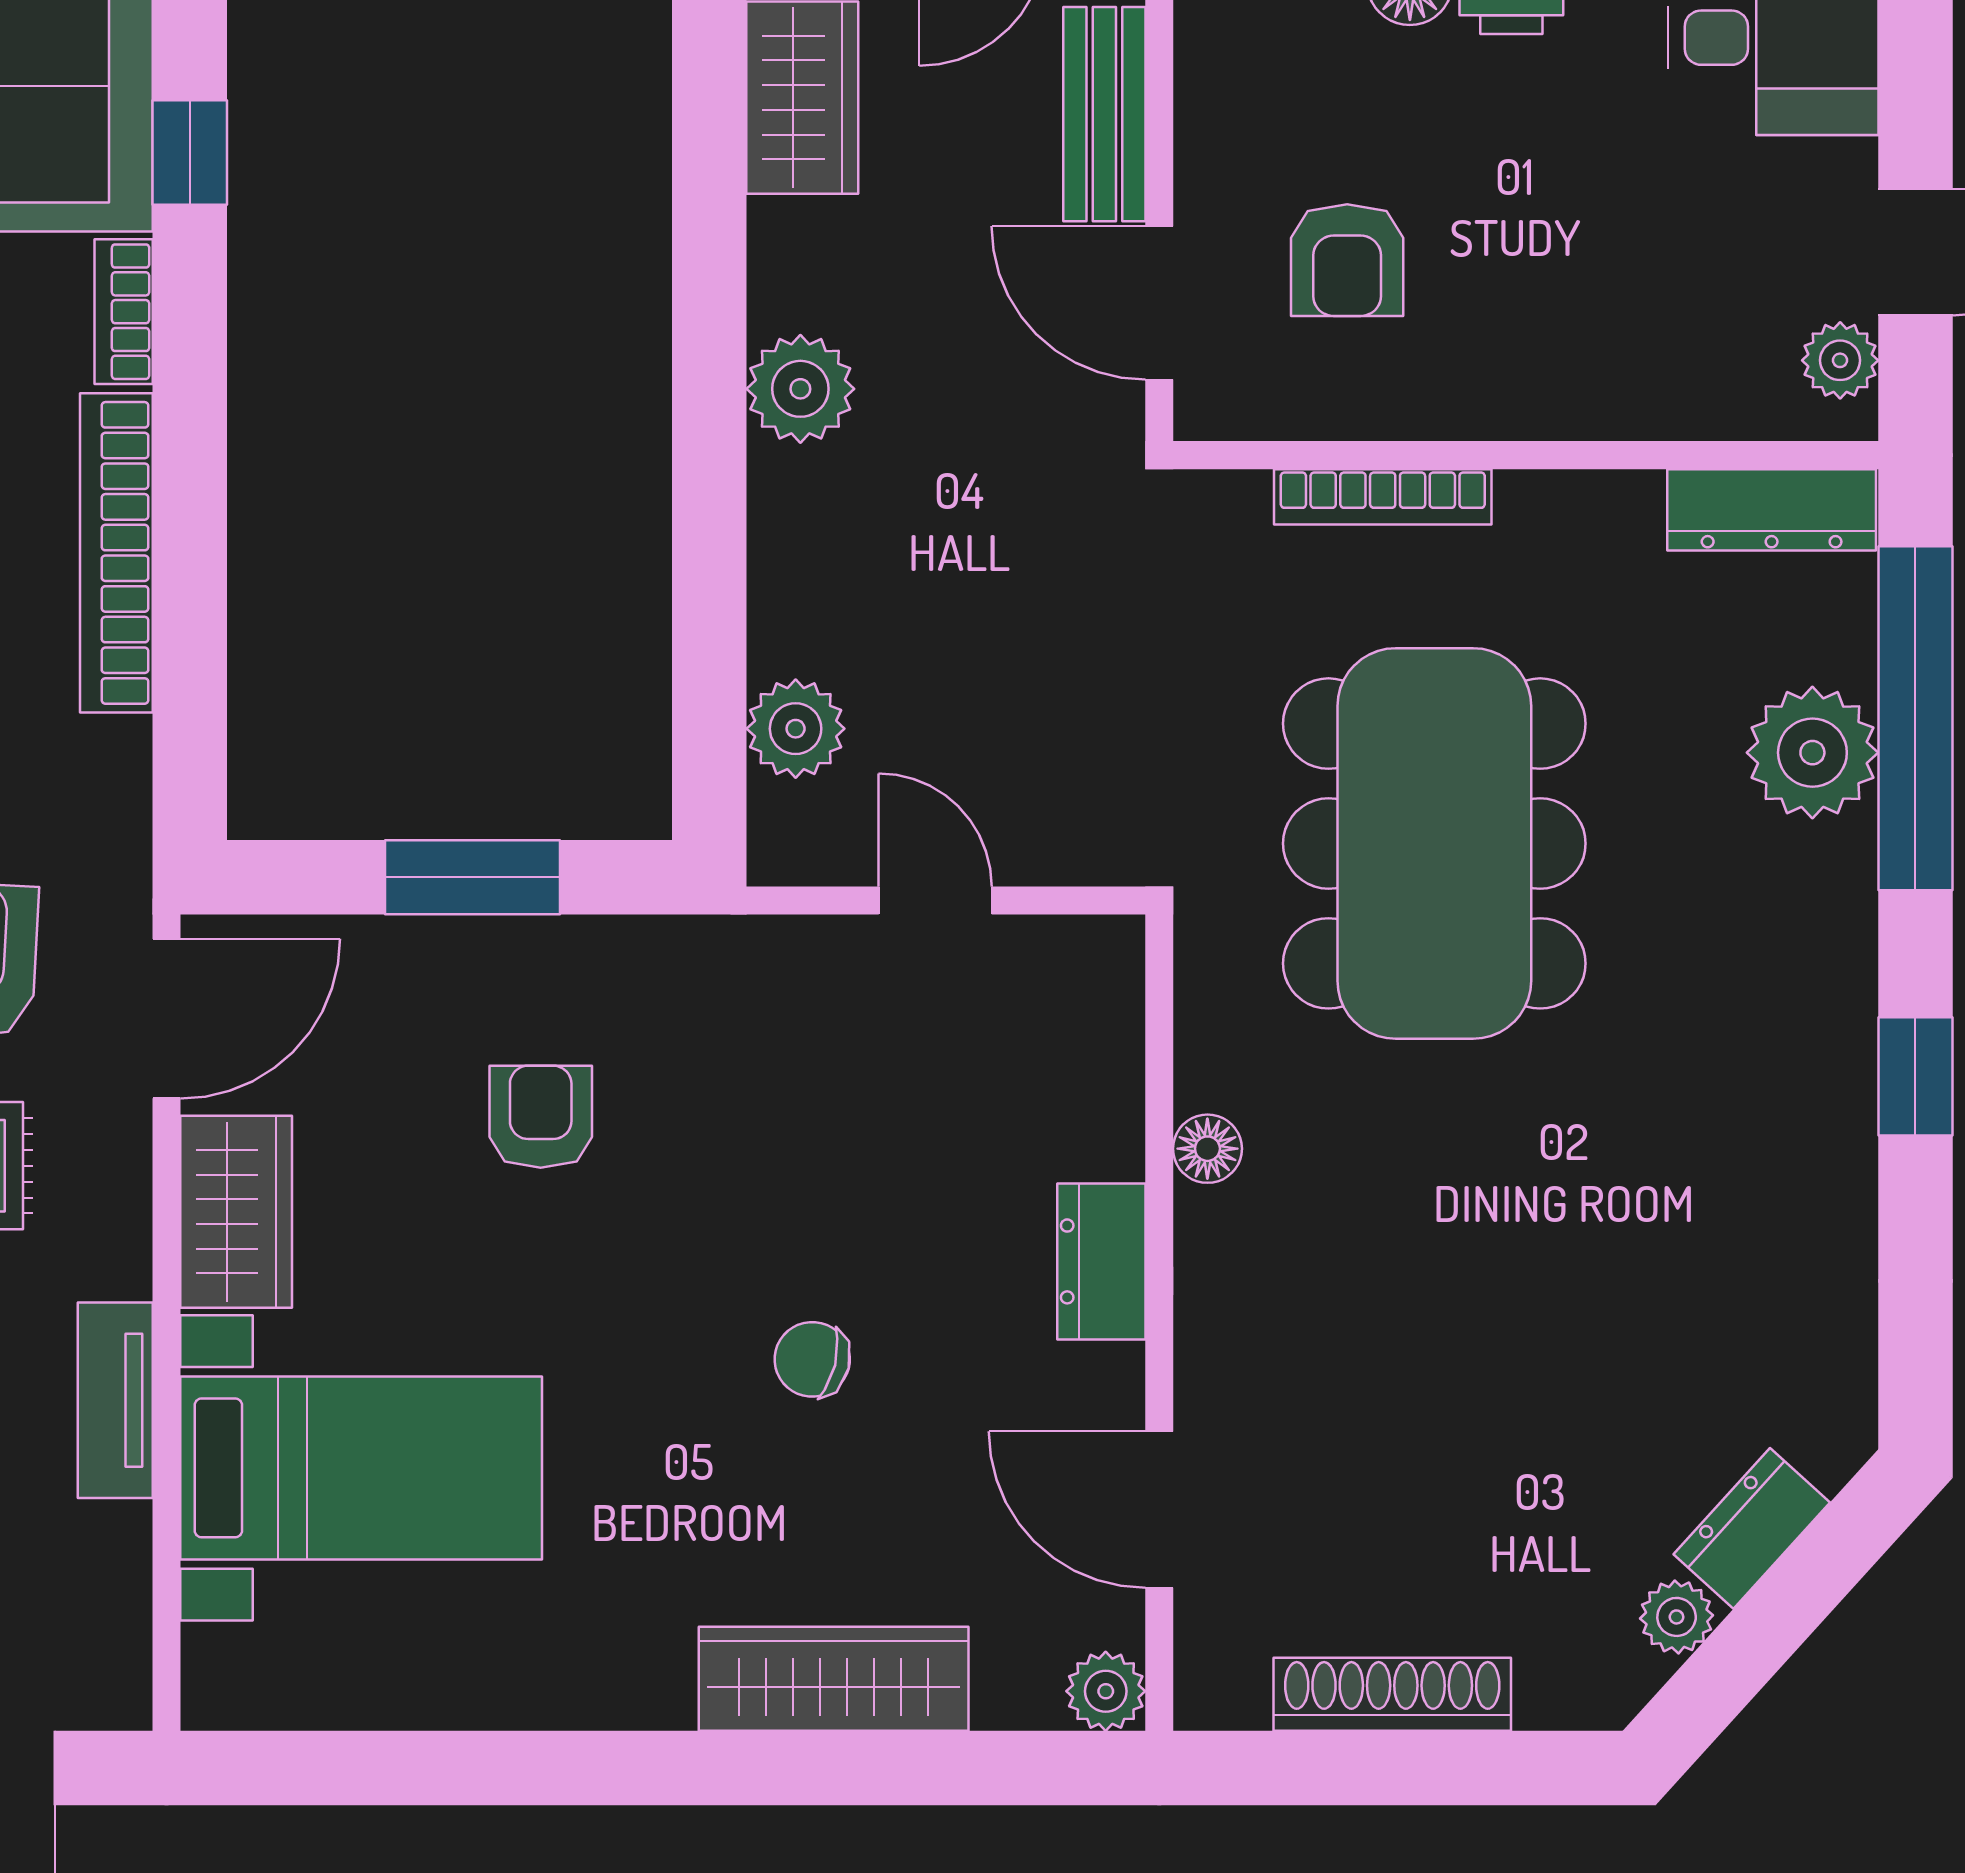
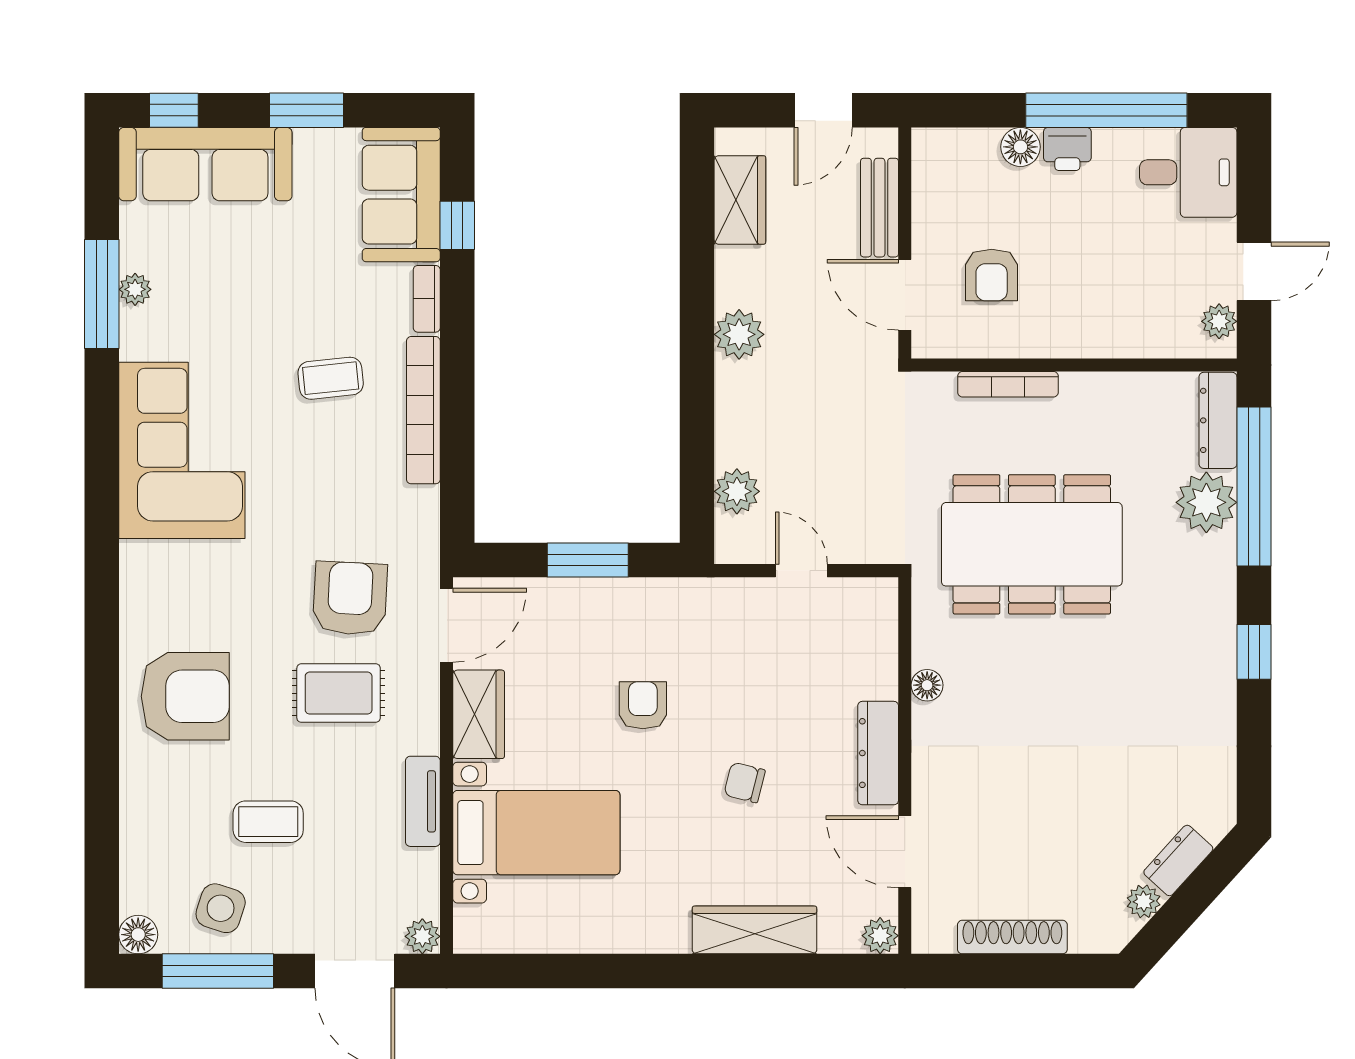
dresser: (1772, 510) -> (1218, 420), moved, turned 90
dining table: (1434, 843) -> (1032, 544), turned 90
armchair: (541, 1117) -> (643, 705), moved
dresser: (1101, 1261) -> (878, 753), width x1.44
plant: (114, 1693) -> (422, 936), added

